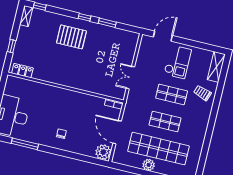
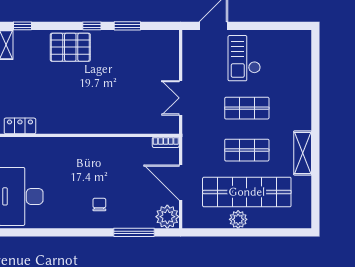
pallet: (71, 37) -> (70, 47), moved
checkout: (178, 62) -> (244, 58), turned 180
shelving: (216, 67) -> (303, 153), moved
trolley: (202, 93) -> (291, 95), removed
window: (25, 144) -> (134, 232), moved

